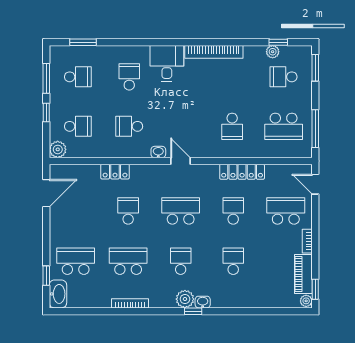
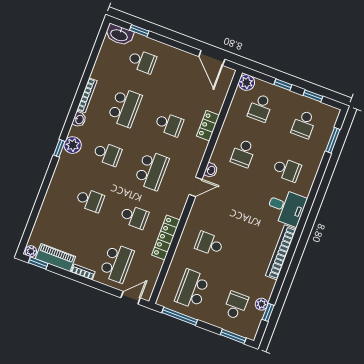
window: (46, 78) -> (313, 96), width x0.67
school desk: (129, 126) -> (243, 153), turned 180
school desk: (76, 261) -> (142, 61), width x0.54
washbasin: (203, 302) -> (79, 119), moved

